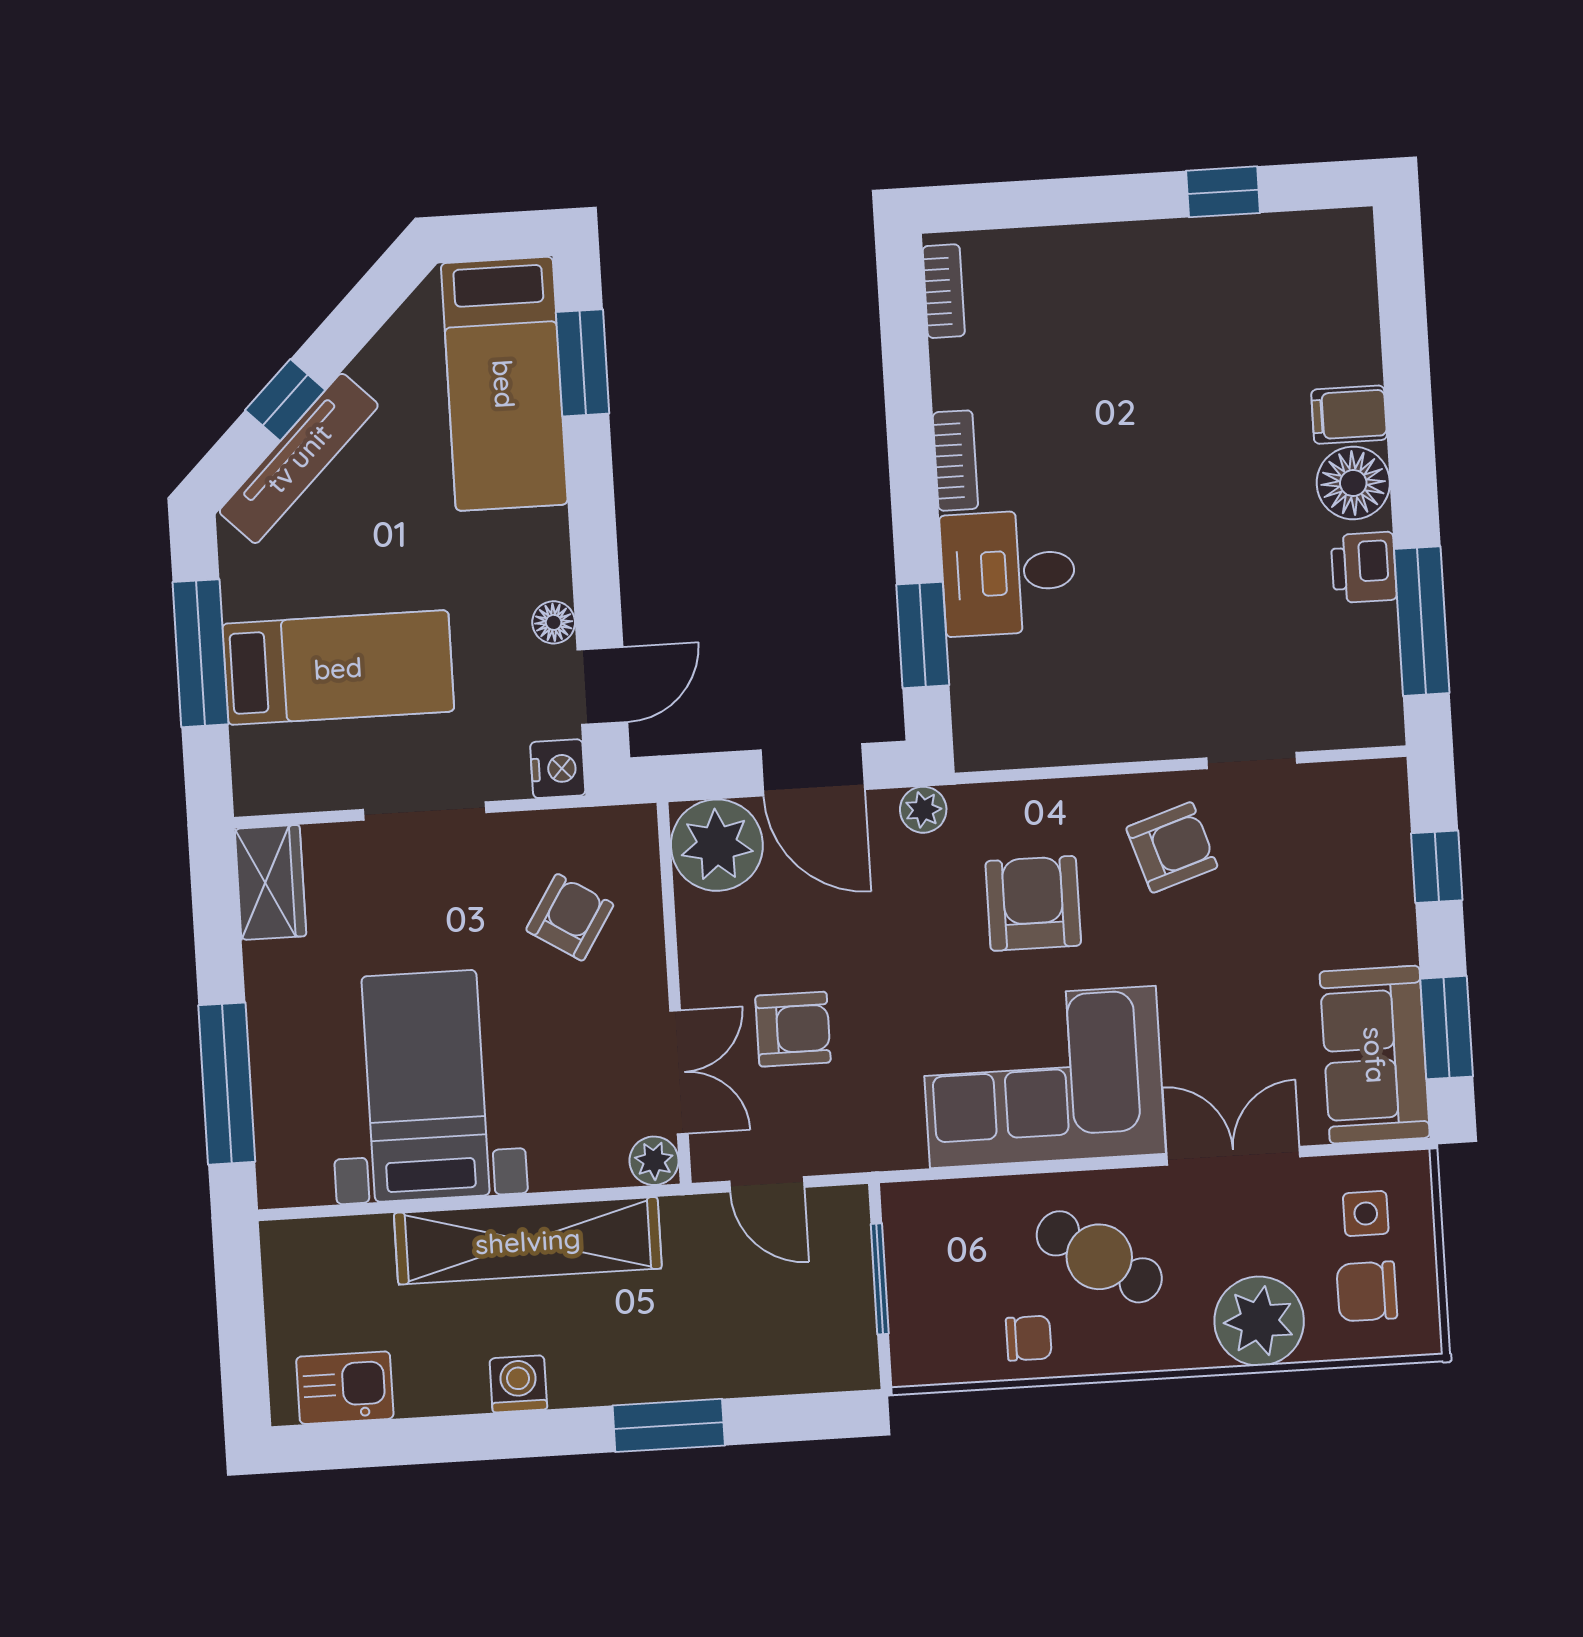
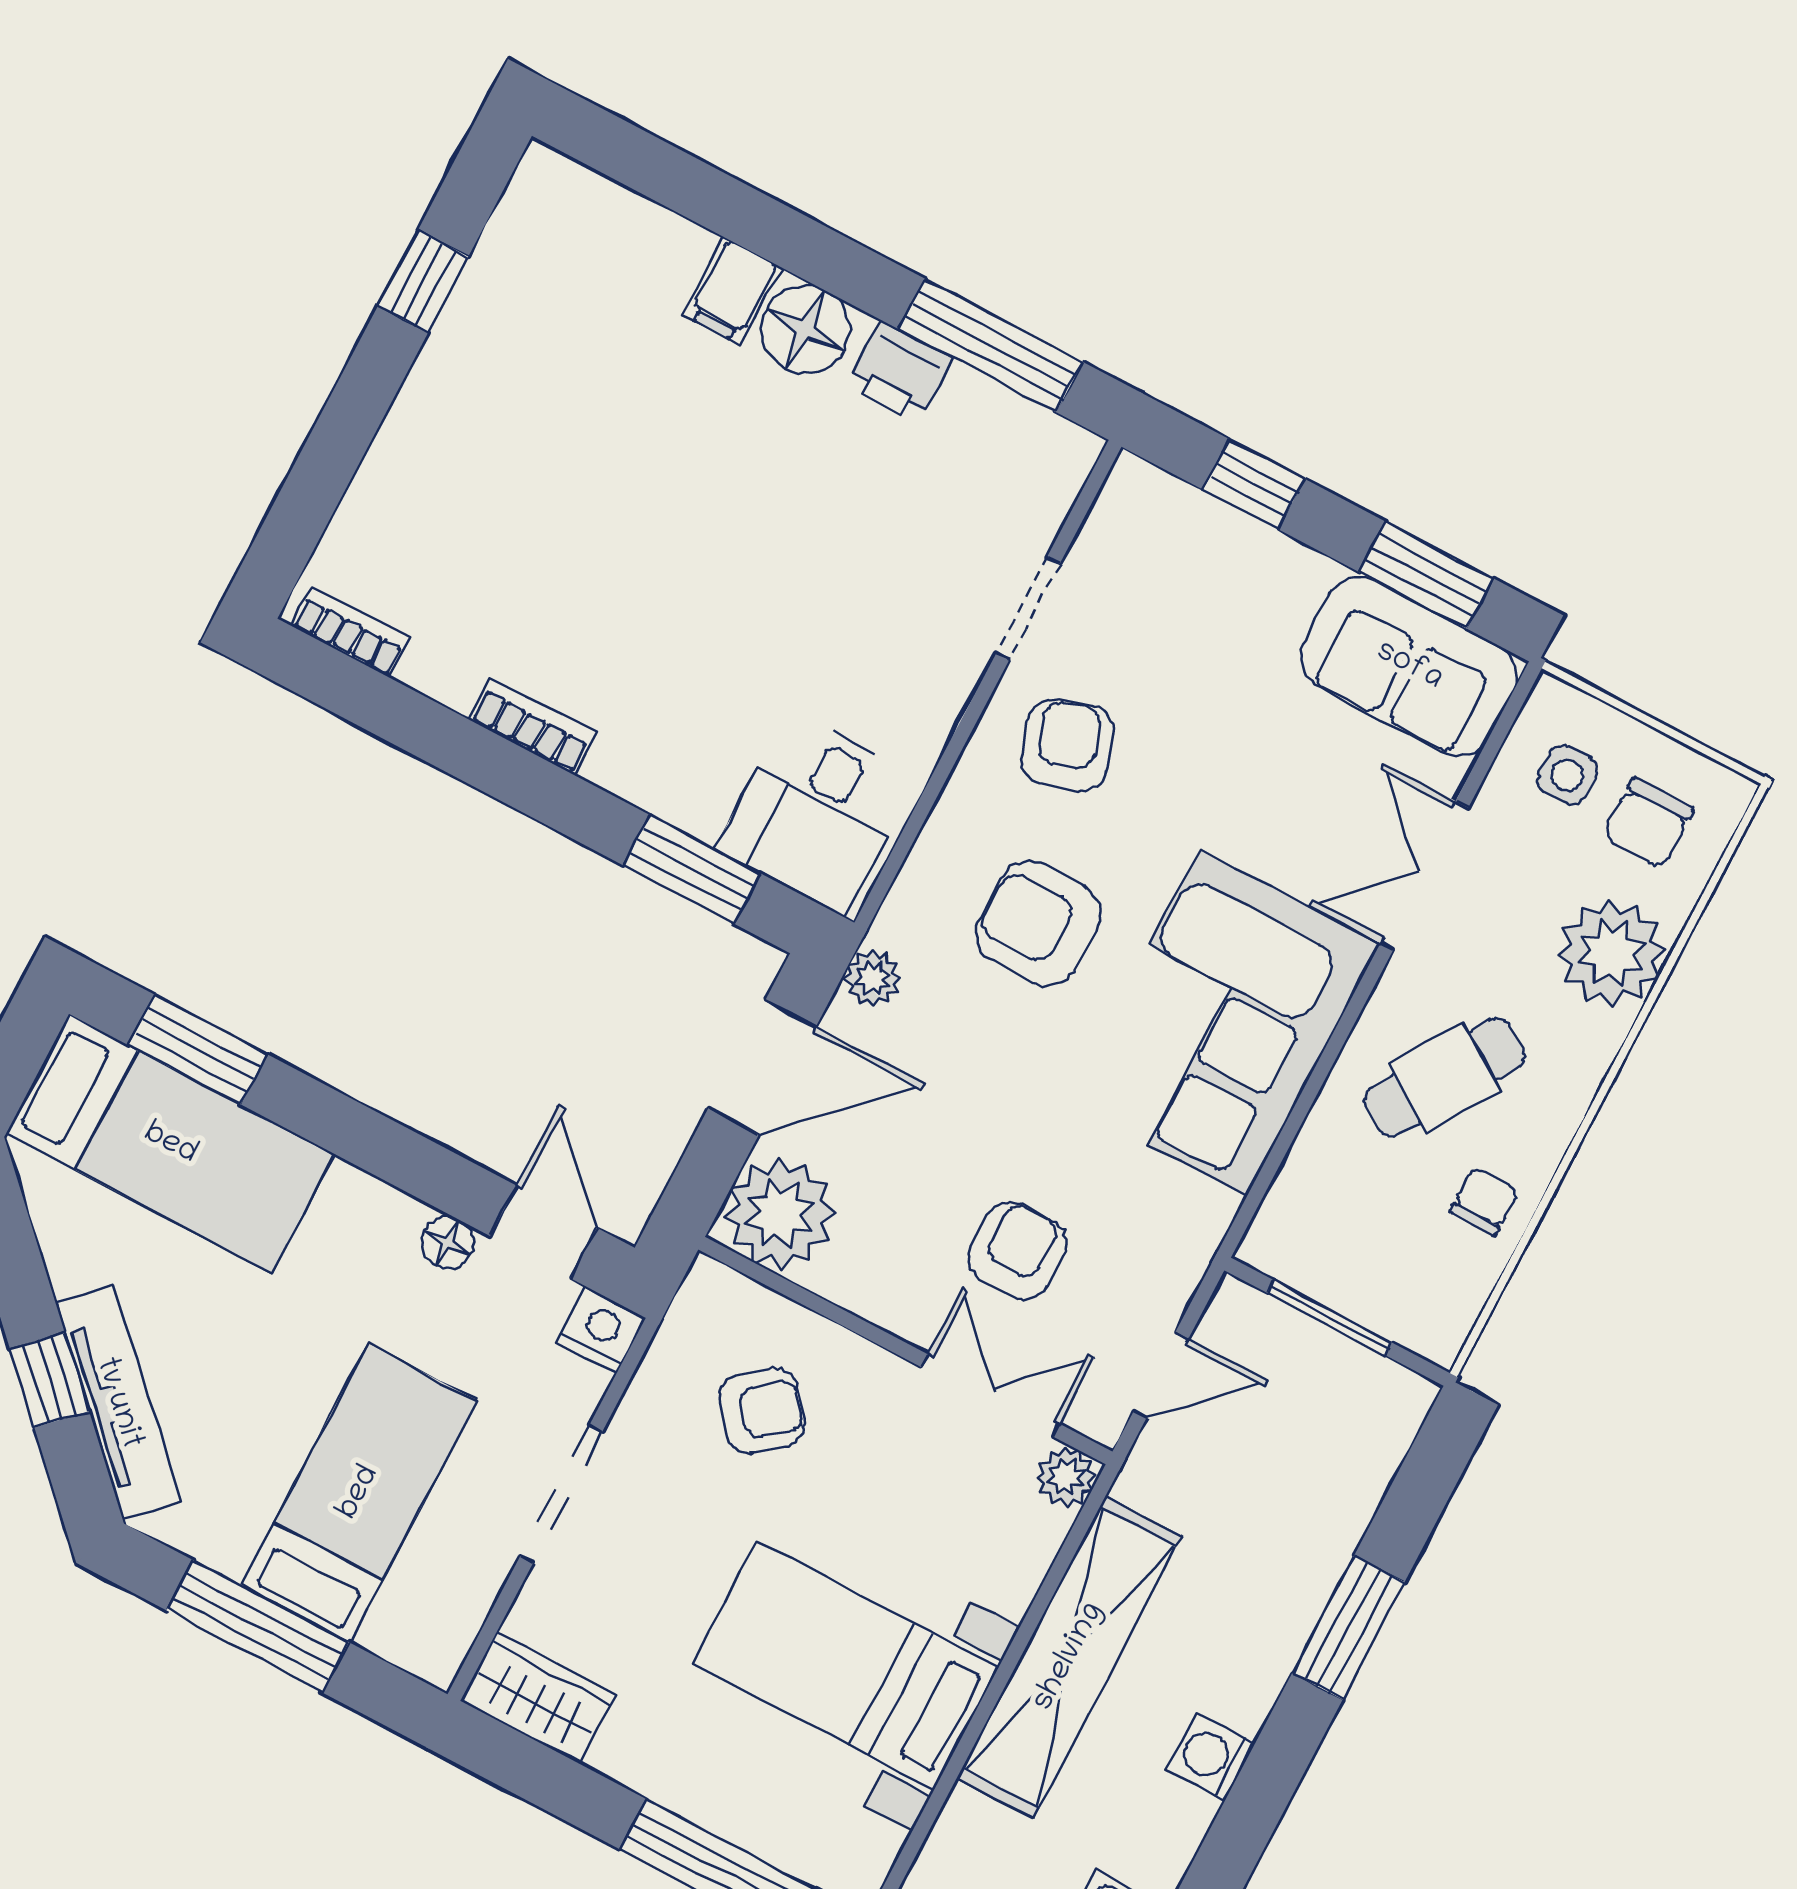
desk: (1008, 573) -> (817, 813), moved
armchair: (570, 917) -> (762, 1411), turned 109

